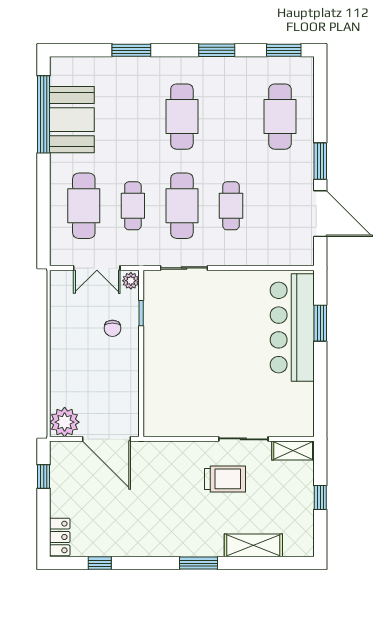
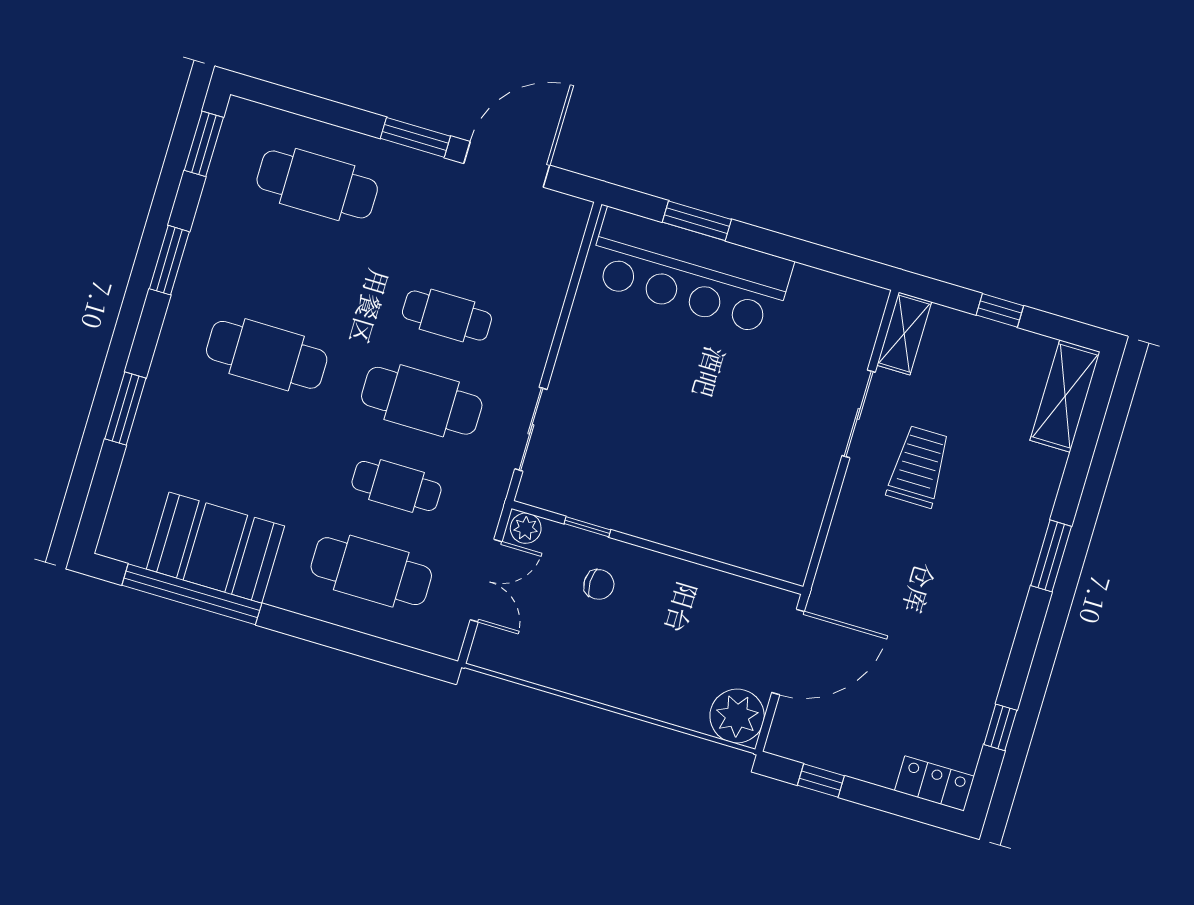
shelving: (253, 545) -> (1065, 396), moved

